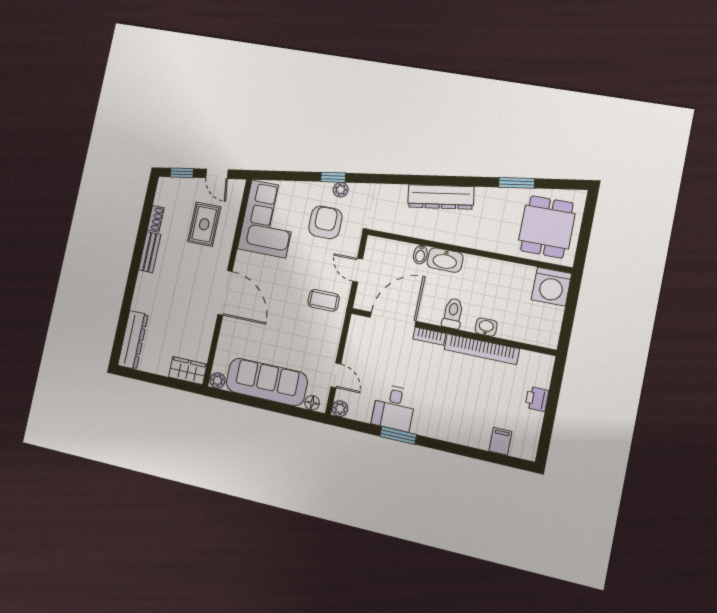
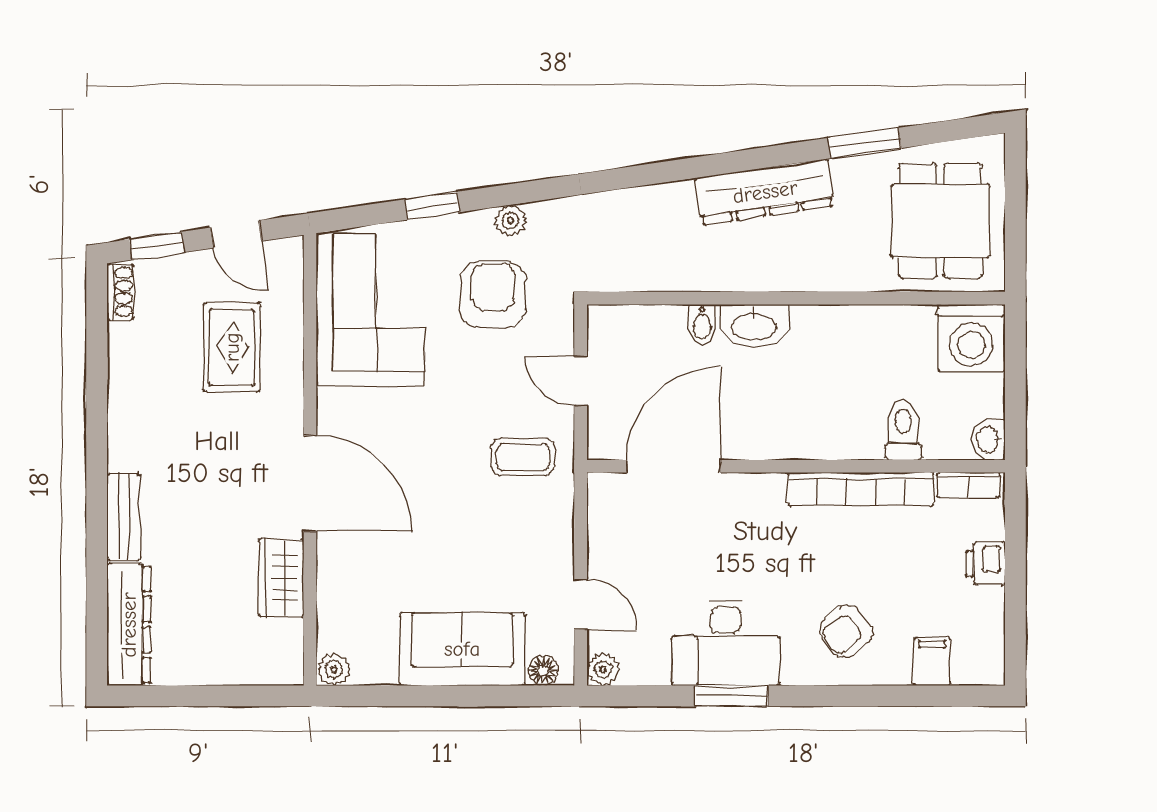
window: (333, 177) -> (432, 206), moved
dresser: (441, 197) -> (765, 192), moved
shoe rack: (156, 219) -> (120, 292), moved
bench: (150, 252) -> (123, 517), moved
toilet: (453, 313) -> (903, 430), moved
washbasin: (486, 327) -> (989, 440), moved, turned -90
bookcase: (429, 336) -> (969, 485), moved
wardrobe: (188, 371) -> (281, 578), moved, turned -90
sofa: (267, 382) -> (462, 649), width x0.73
desk: (394, 408) -> (726, 643), width x1.37
armchair: (461, 417) -> (846, 631), added

